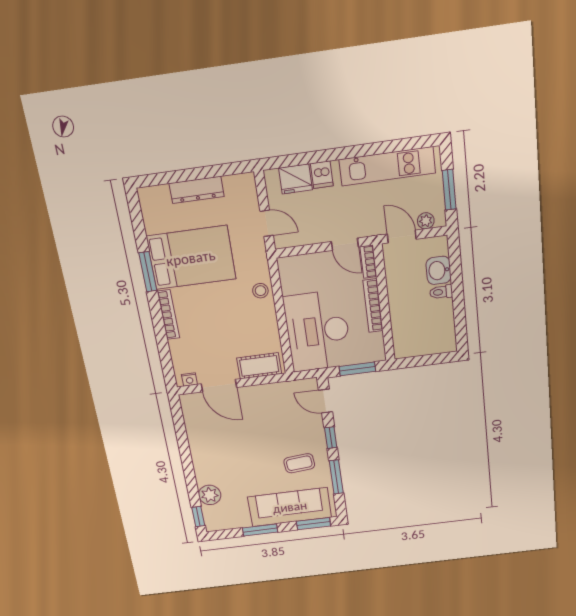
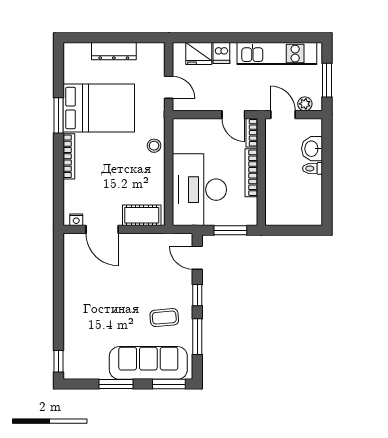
plant: (210, 495) -> (74, 339), removed

